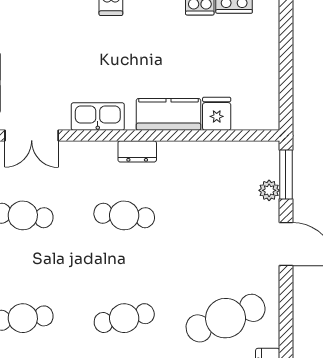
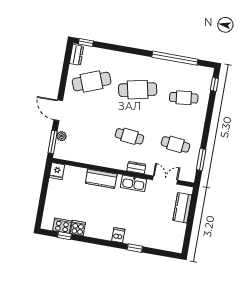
fridge: (217, 114) -> (57, 171), moved
dresser: (137, 151) -> (136, 168), moved
cafe table: (124, 318) -> (138, 90), width x1.37, depth x1.35

